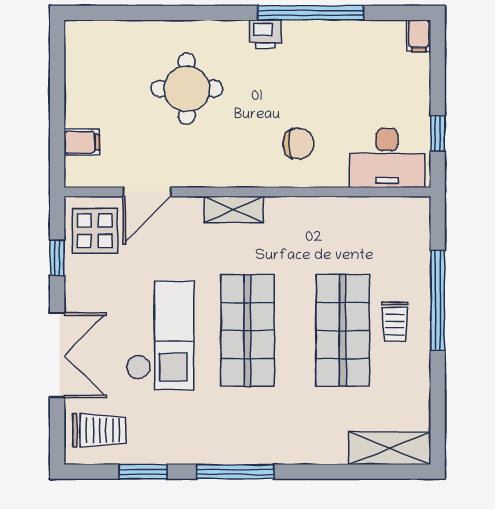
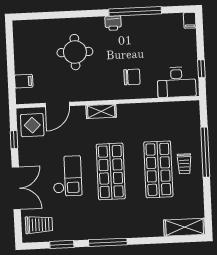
checkout: (160, 336) -> (67, 176), width x0.73, depth x0.83

